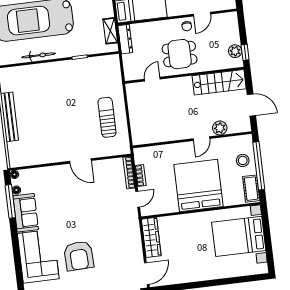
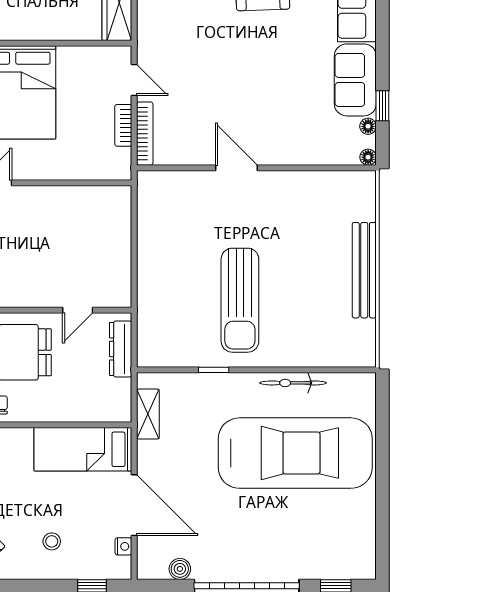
dresser: (125, 39) -> (121, 349), moved
sun lounger: (107, 117) -> (240, 300), moved, width x1.36, depth x1.34
door: (138, 199) -> (134, 80), swing flipped
window: (10, 201) -> (382, 106), width x0.46

